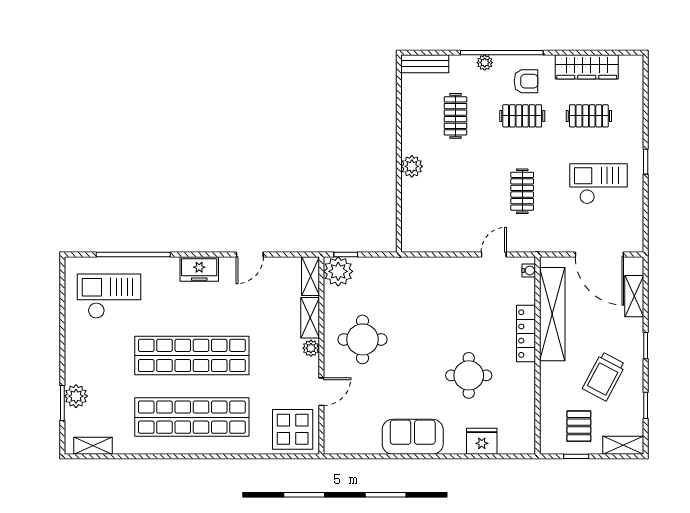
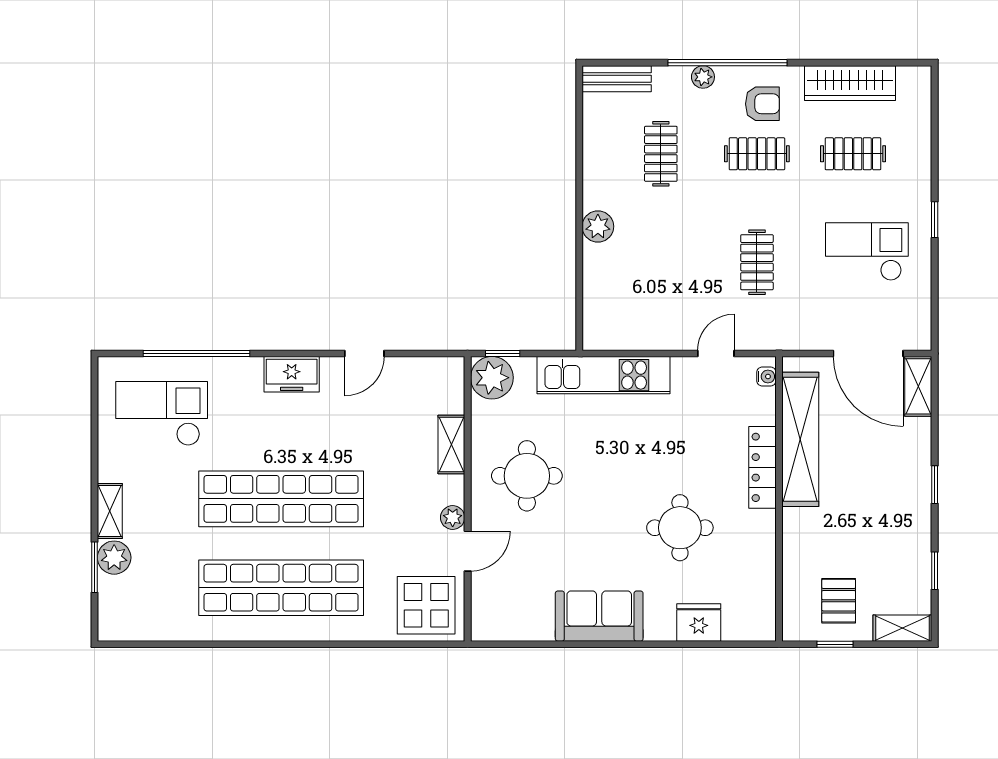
kitchen unit: (416, 270) -> (604, 375), added
shelving: (311, 276) -> (452, 385), removed
shelving: (634, 296) -> (918, 386), moved
plant: (311, 348) -> (453, 518), moved
trolley: (604, 376) -> (875, 529), removed
shelving: (93, 446) -> (110, 511), moved, turned 90

